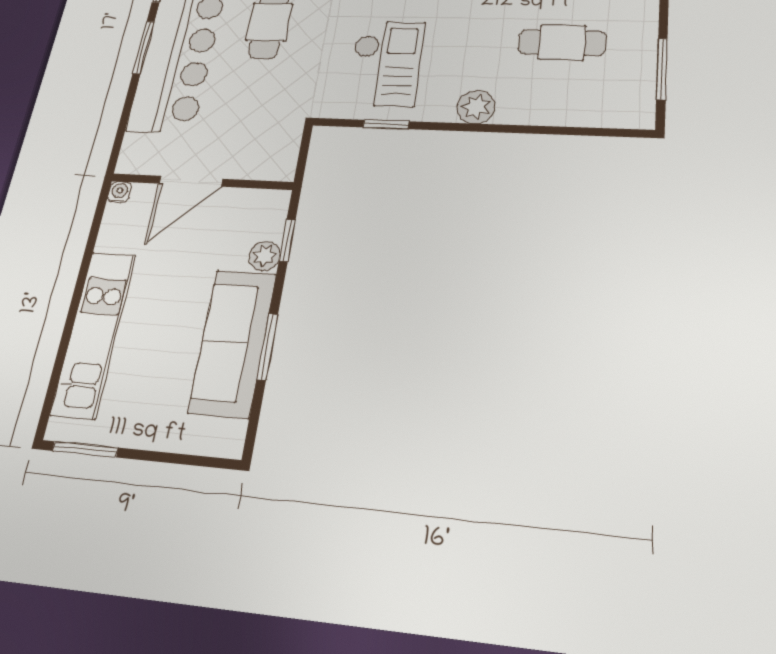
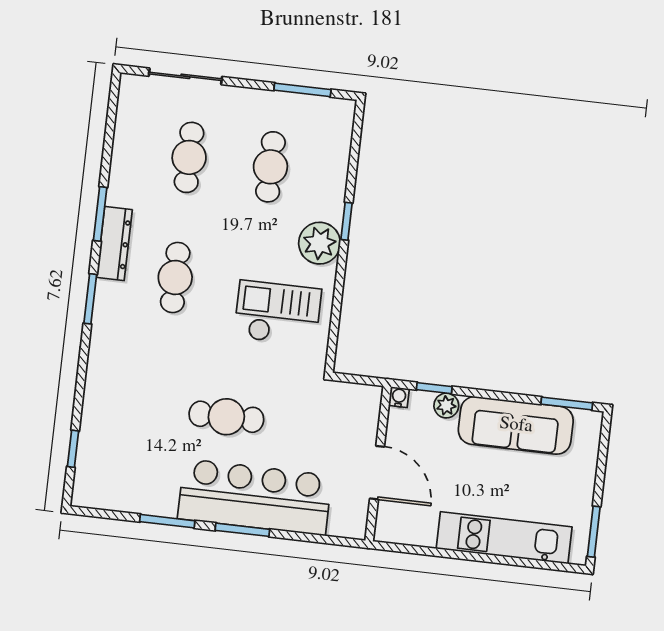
plant: (476, 107) -> (320, 243), width x1.36, depth x1.36
window: (386, 124) -> (347, 221), moved
water cooler: (120, 192) -> (399, 397), moved, turned 90
window: (267, 346) -> (567, 403), moved

